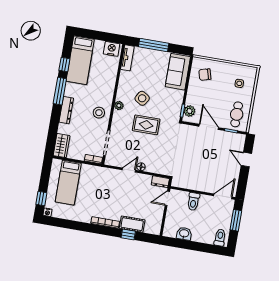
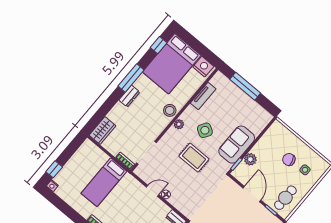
tv unit: (127, 58) -> (203, 96), moved
bed: (80, 60) -> (172, 64), width x1.50
window: (64, 65) -> (159, 45), moved
sofa: (178, 72) -> (237, 145), moved
chair: (205, 75) -> (289, 159), moved
dresser: (66, 110) -> (129, 96), width x0.70
plant: (189, 111) -> (250, 159), moved
stool: (99, 113) -> (170, 110), moved
bed: (68, 183) -> (104, 182), moved

